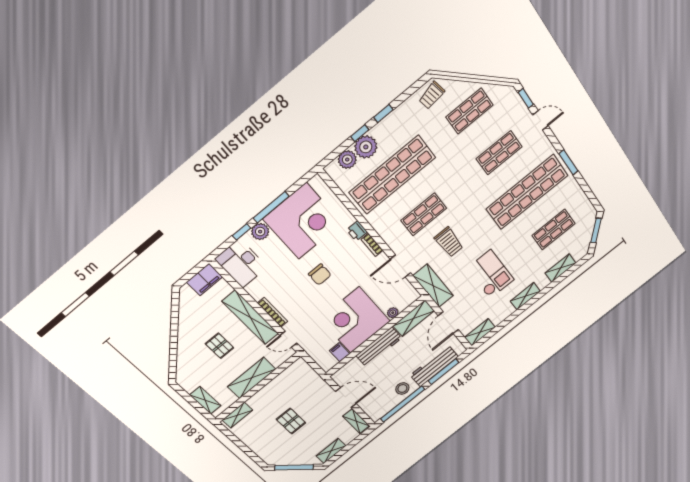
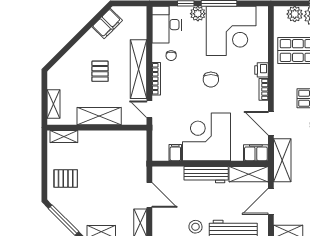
filing cabinet: (205, 280) -> (107, 24), moved, turned -45
chair: (268, 284) -> (171, 56), added
filing cabinet: (406, 298) -> (256, 153), added
plant: (393, 313) -> (237, 156), removed
pallet: (291, 421) -> (66, 178), moved, turned 90

